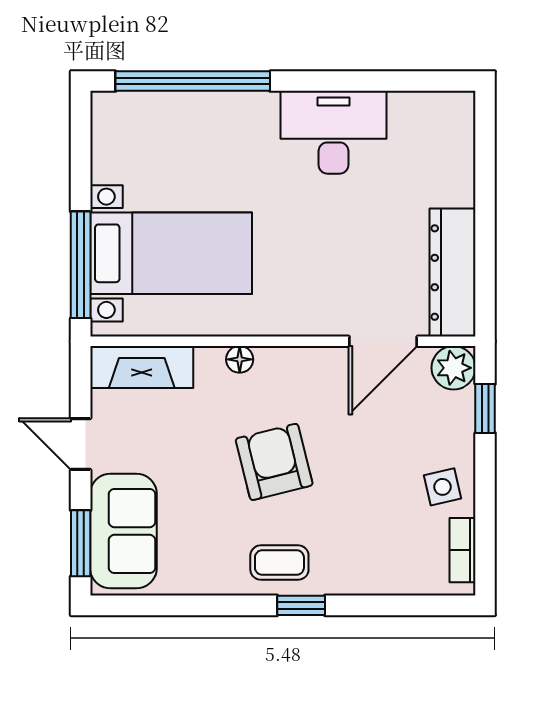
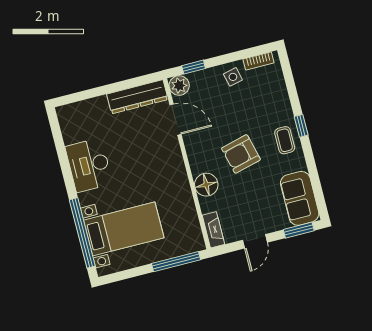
bed with nightstands: (171, 253) -> (124, 229), moved, turned 90
floor lamp: (240, 359) -> (206, 185), width x1.89, depth x1.89
fireplace: (142, 367) -> (213, 230), width x0.73, depth x0.76
sofa: (123, 531) -> (300, 198), moved, turned -90

